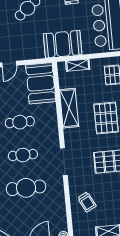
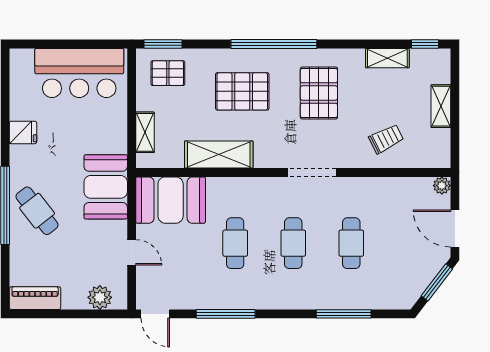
booth: (63, 44) -> (106, 187), moved
cafe table: (26, 188) -> (351, 243), width x0.73, depth x0.74

